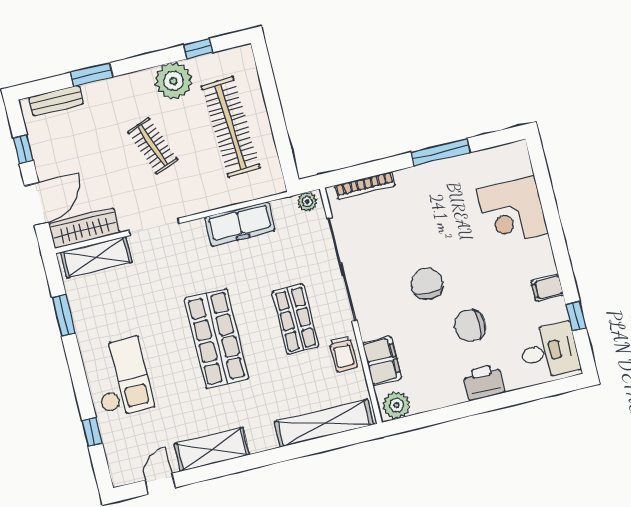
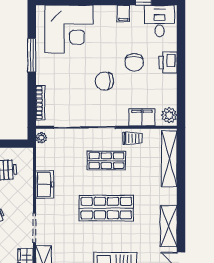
corner desk: (512, 211) -> (69, 29), width x1.36, depth x1.36
freezer: (240, 224) -> (45, 184), width x0.71

